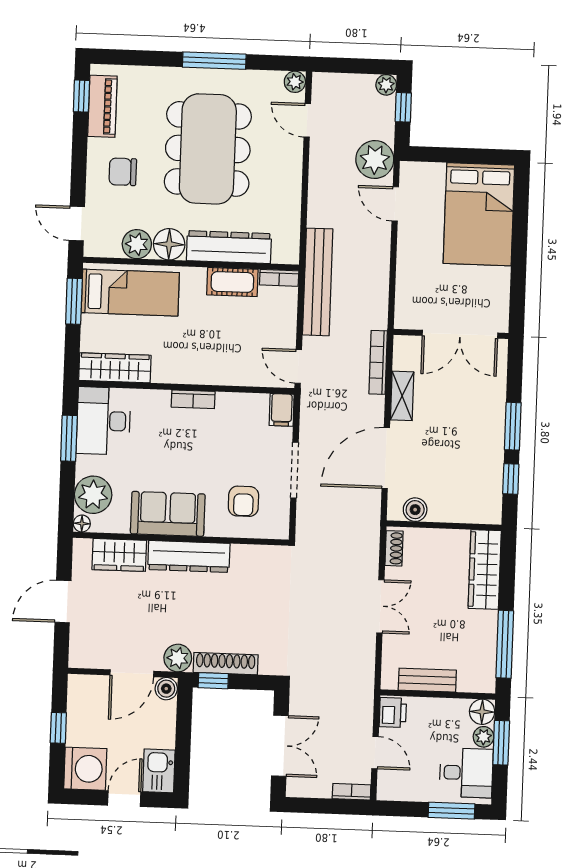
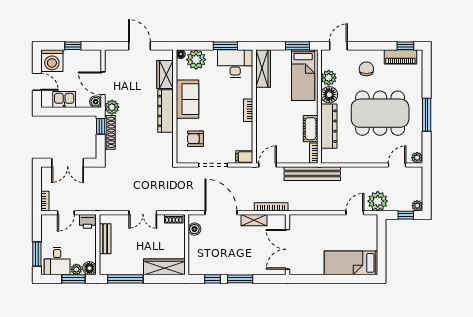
bed: (479, 214) -> (351, 263), width x0.67
kitchen sink: (159, 771) -> (64, 99), moved

